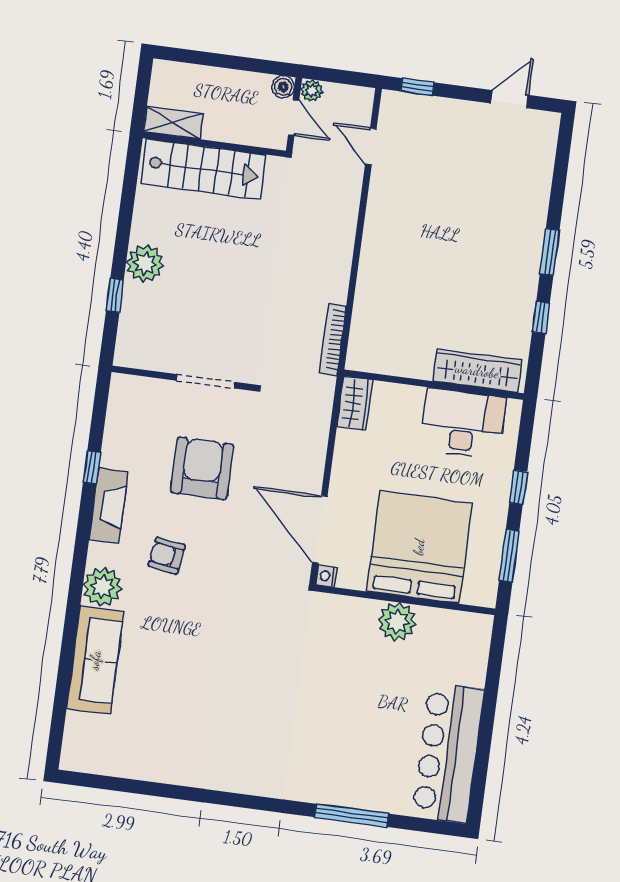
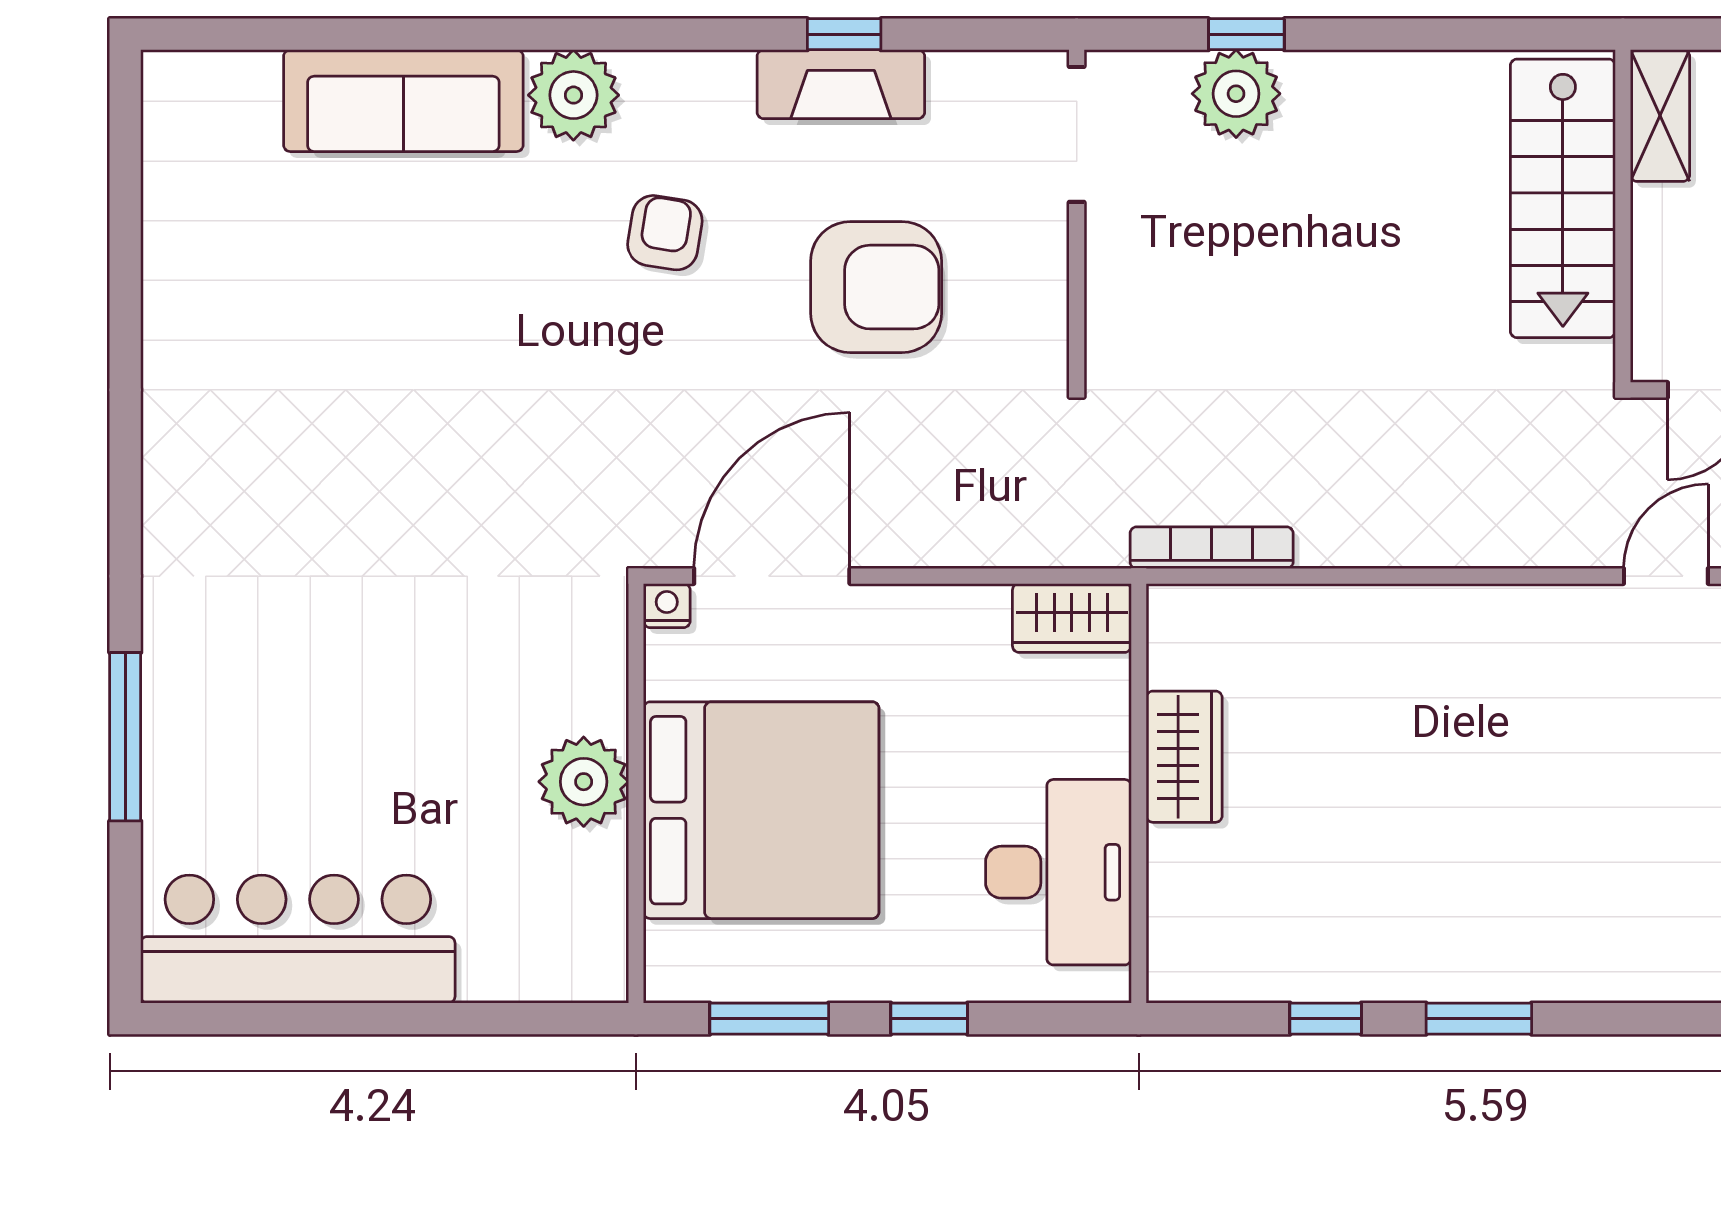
plant: (145, 264) -> (1236, 94), moved
wardrobe: (477, 371) -> (1184, 757), moved, width x0.67
doorway: (205, 381) -> (1077, 134), moved
fireplace: (109, 506) -> (841, 84), moved

